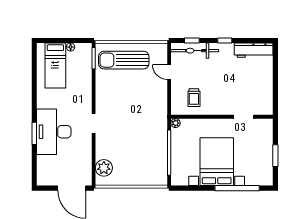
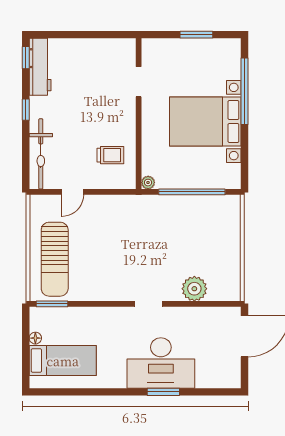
window: (192, 41) -> (26, 58), moved
plant: (104, 168) -> (194, 289), moved

